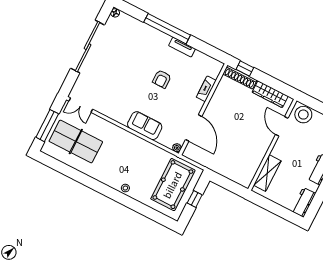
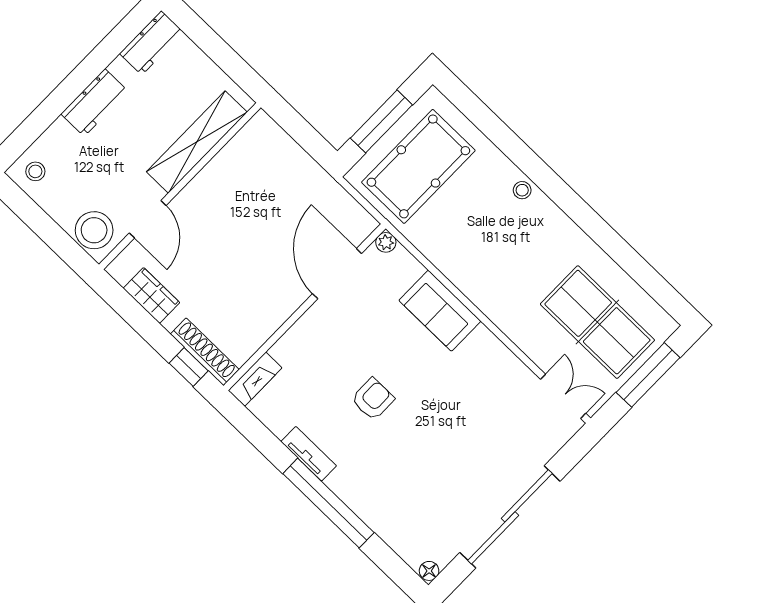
fireplace: (206, 89) -> (255, 379), moved
wardrobe: (270, 94) -> (151, 295), width x0.67
shelving: (267, 173) -> (197, 142), width x1.47
window: (195, 199) -> (381, 121), width x2.17

